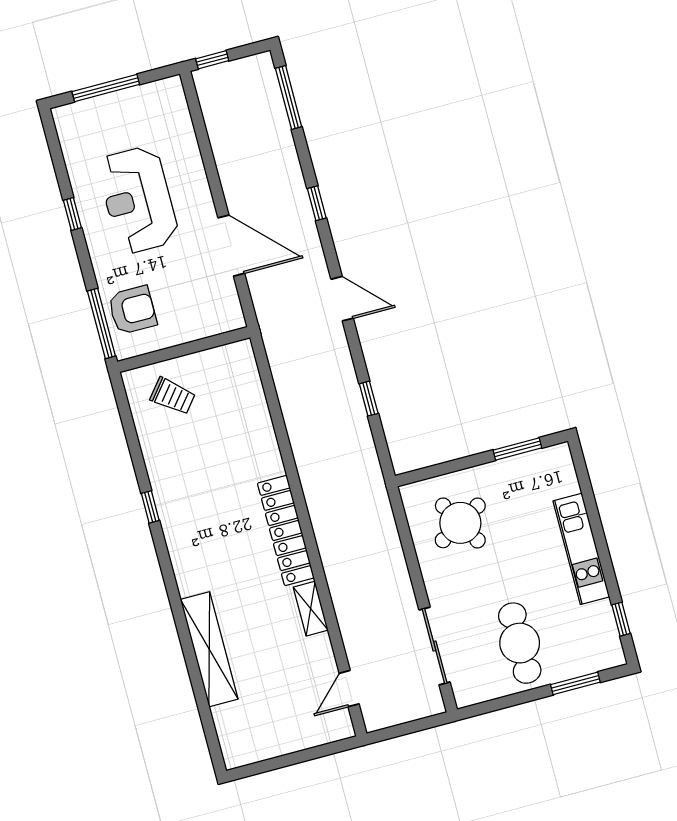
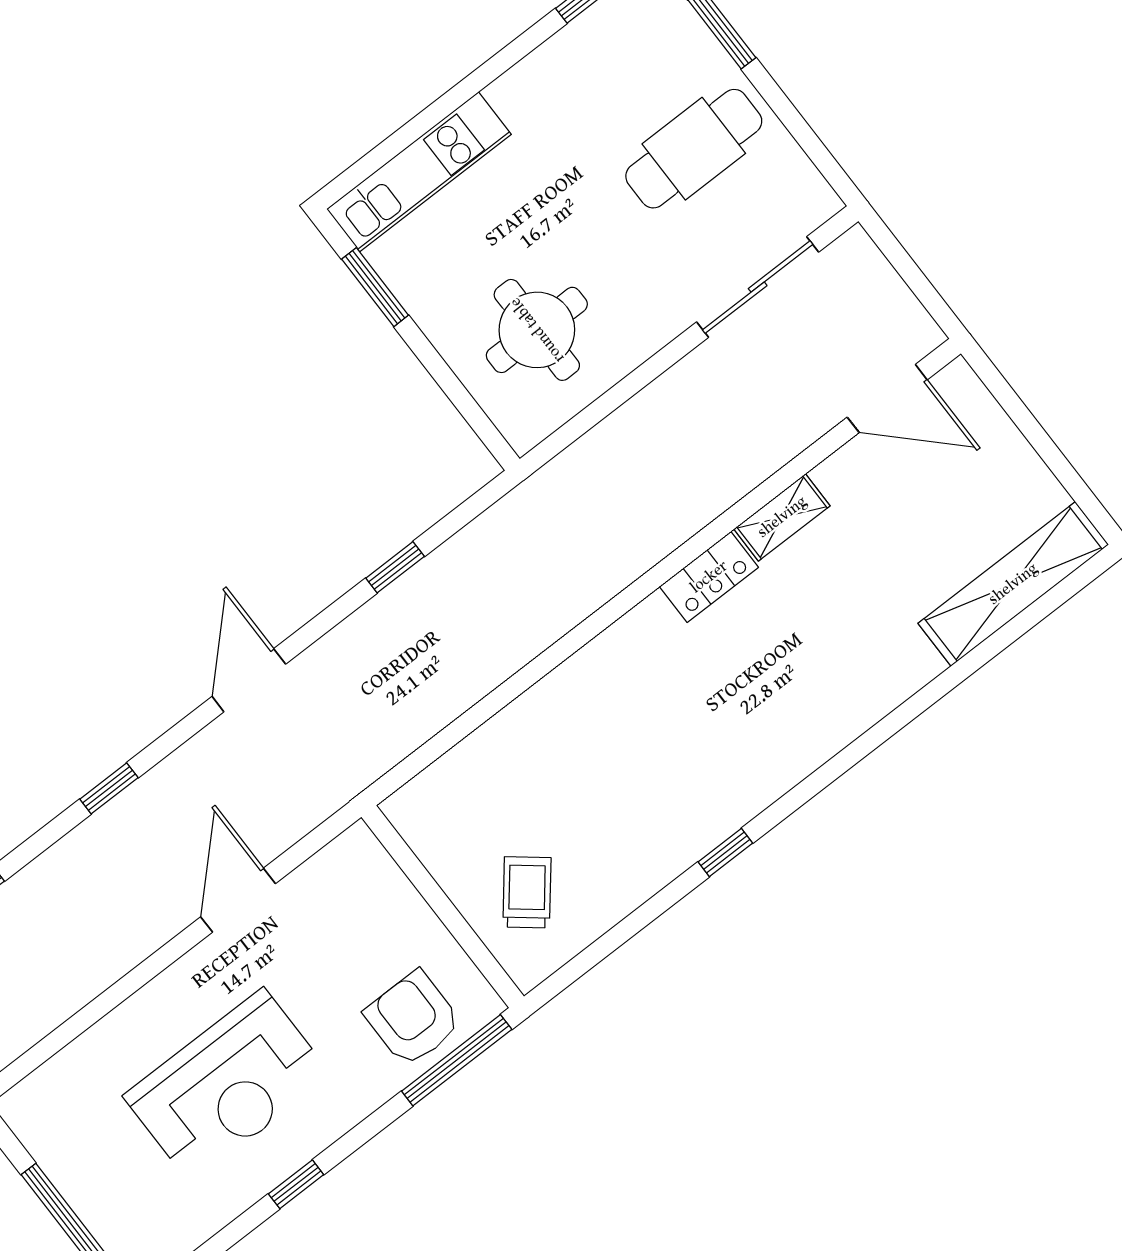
door: (231, 246) -> (238, 900), width x0.73
round table: (460, 523) -> (537, 330), turned 30
locker: (286, 531) -> (709, 577), width x0.46, depth x0.83
kitchen unit: (581, 549) -> (419, 172), moved
shelving: (209, 649) -> (1013, 584), moved
door: (349, 689) -> (887, 398), width x1.38

